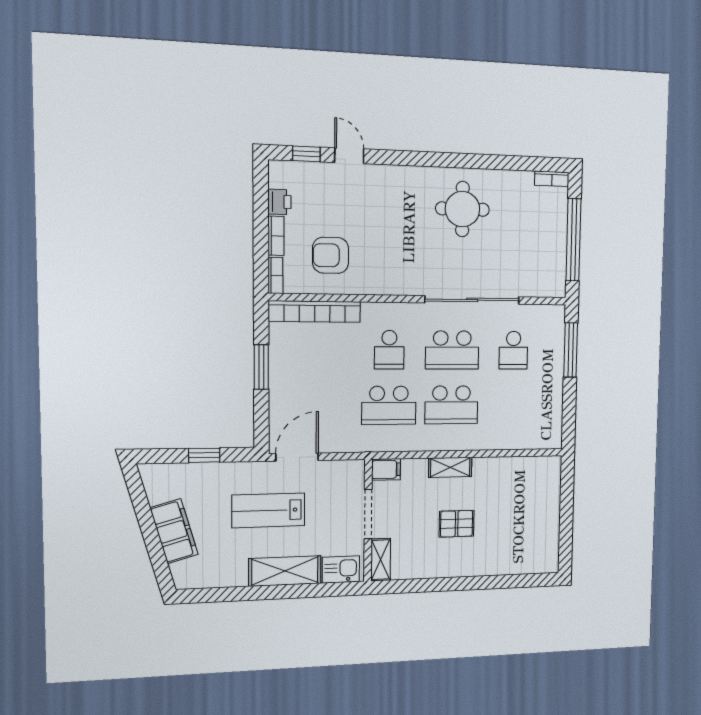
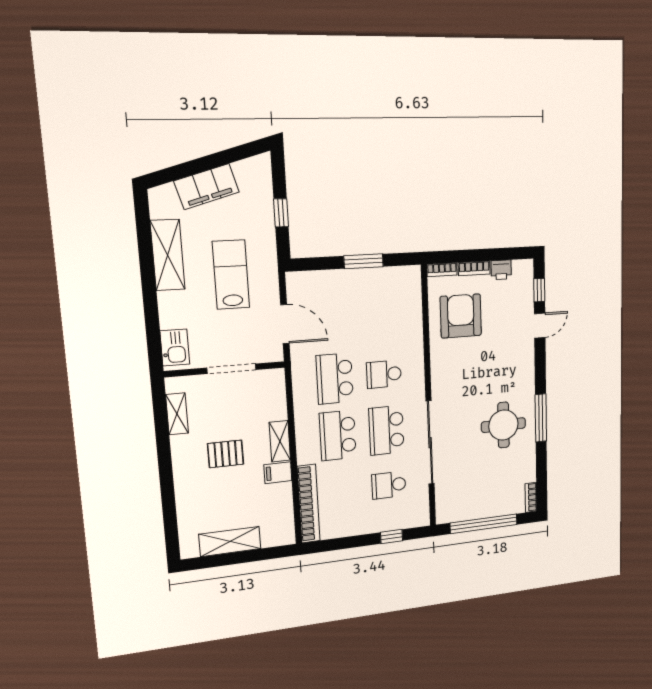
window: (460, 161) -> (541, 418), added
armchair: (331, 255) -> (461, 316), width x1.36, depth x1.36
bookcase: (315, 312) -> (309, 504), moved, turned 180
window: (571, 350) -> (392, 536), width x0.46
door: (297, 457) -> (285, 324), moved
filing cabinet: (386, 469) -> (278, 473), moved, turned 90
shelving: (548, 523) -> (230, 542), added
pallet: (457, 524) -> (226, 454), turned 90
shelving: (381, 560) -> (177, 414), moved, turned 90
shelving: (285, 571) -> (168, 255), moved

